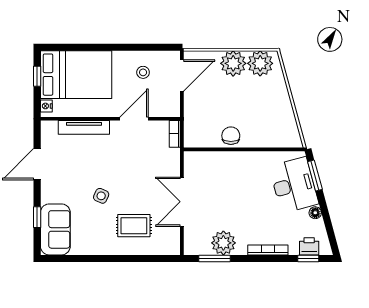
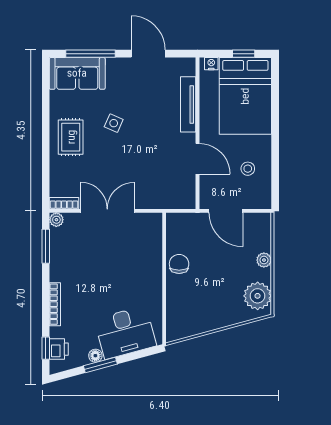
plant: (233, 63) -> (264, 260), width x0.53, depth x0.53
door: (182, 75) -> (226, 211), moved
bookcase: (175, 134) -> (64, 203), moved
chair: (231, 136) -> (179, 264), turned -90
window: (315, 175) -> (100, 365), moved
window: (37, 217) -> (90, 54), width x2.17
rug: (134, 226) -> (71, 137), moved
plant: (223, 243) -> (56, 220), moved, width x0.53, depth x0.53

